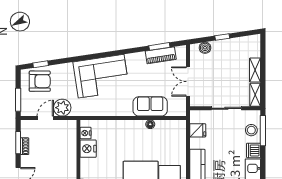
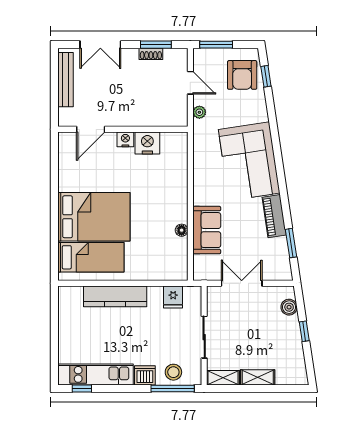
piano: (161, 55) -> (274, 216), moved
plant: (62, 108) -> (199, 112), width x0.53, depth x0.53
nightstand: (86, 133) -> (125, 139), moved

